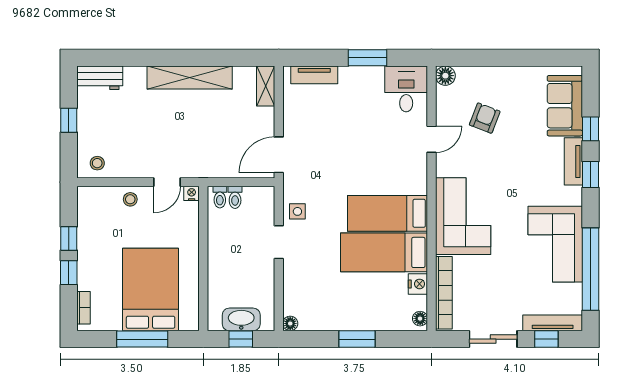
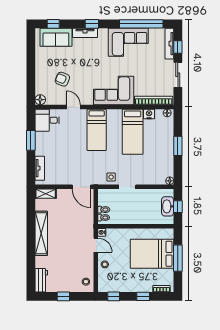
window: (591, 129) -> (53, 24), moved
bed: (388, 213) -> (97, 130), moved
window: (69, 238) -> (114, 296), moved

